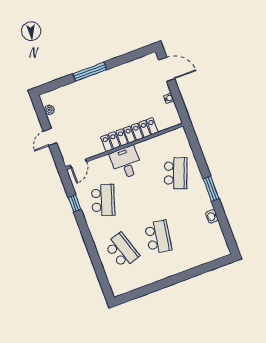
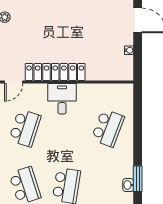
locker: (129, 135) -> (55, 72), moved
window: (211, 189) -> (138, 179), moved

